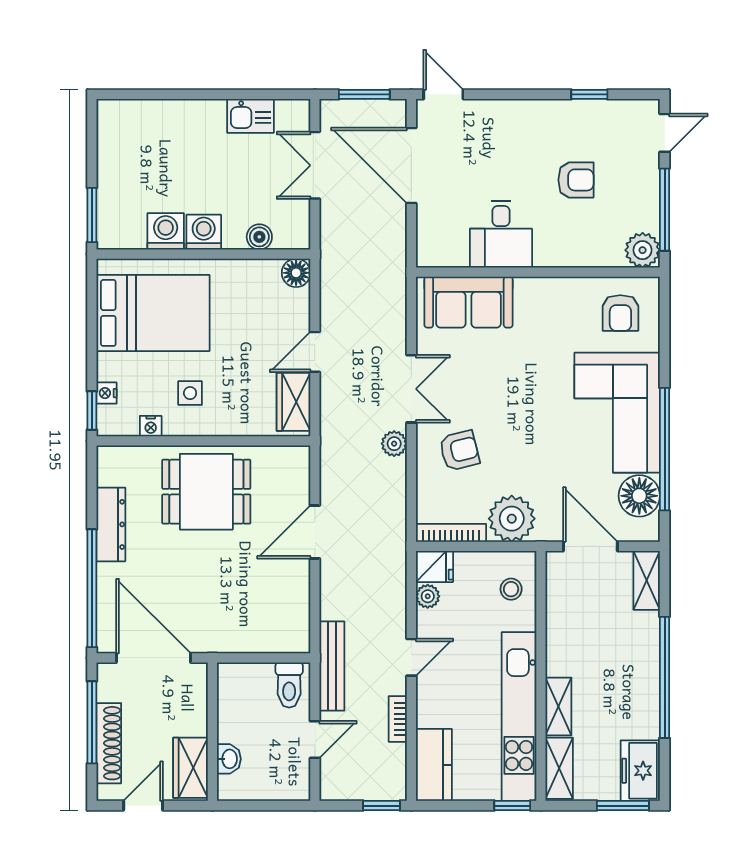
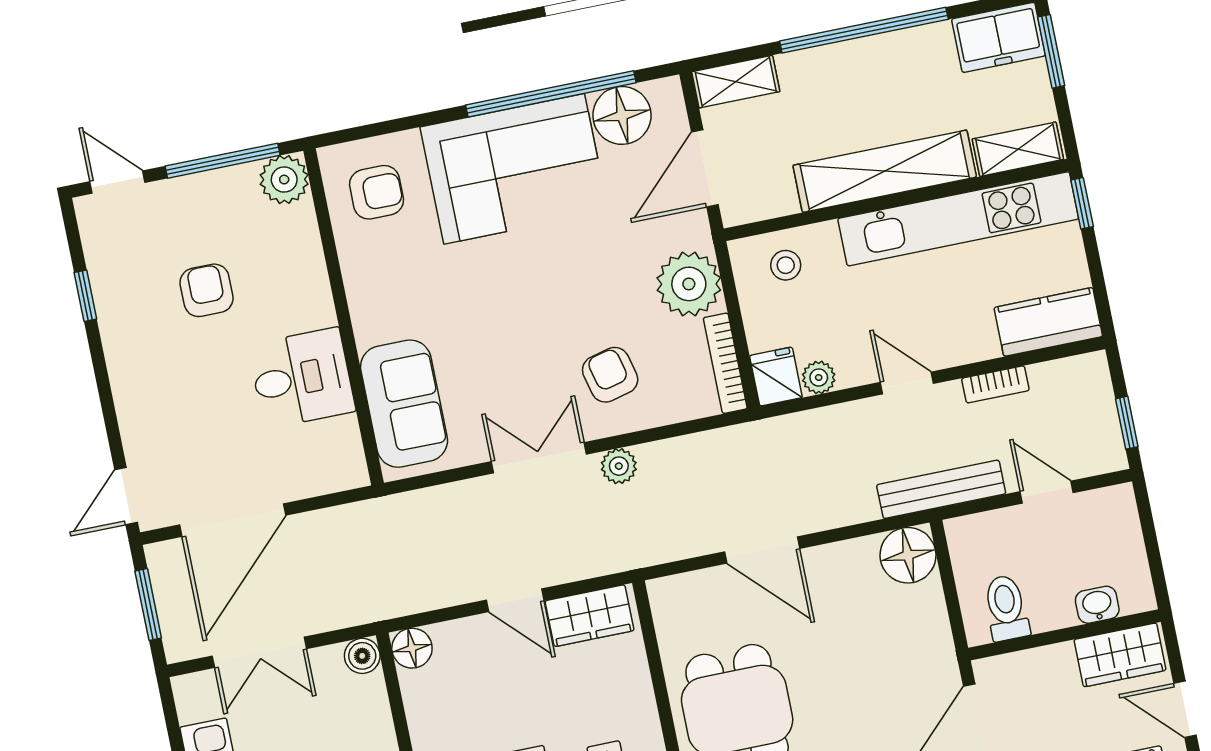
boiler: (259, 237) -> (362, 656), moved
floor lamp: (291, 633) -> (908, 555), added
toilet: (289, 685) -> (1006, 608), moved, turned -90
shelving: (558, 706) -> (885, 171), width x2.20, depth x1.33
window: (382, 806) -> (1127, 423), moved

